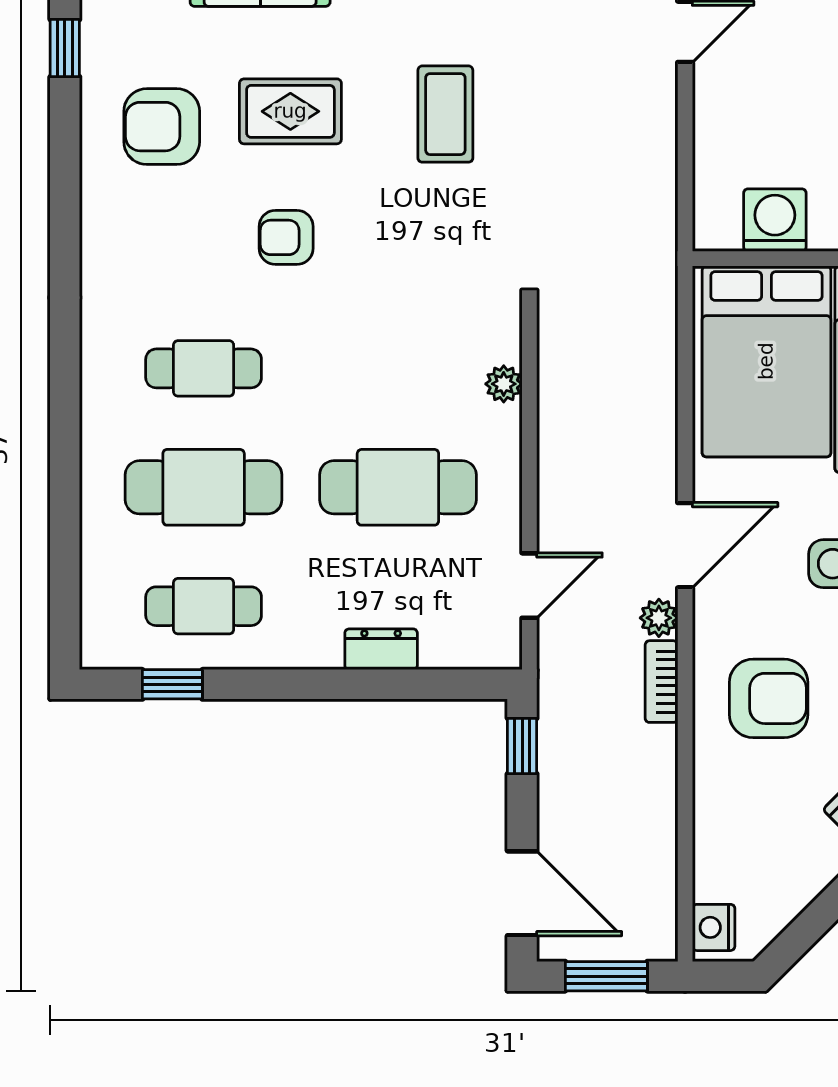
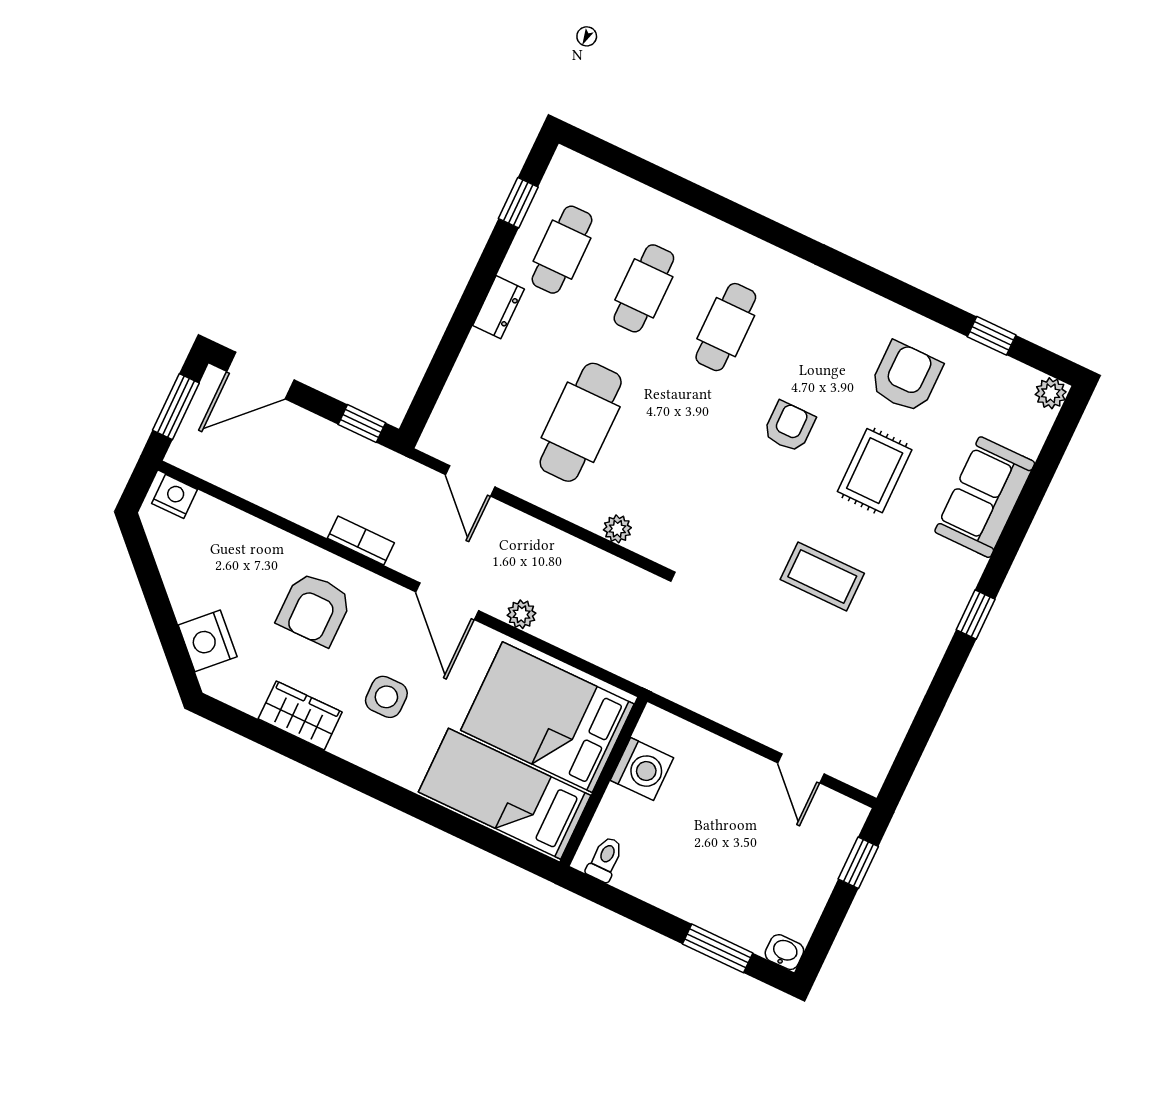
cafe table: (204, 487) -> (644, 288), width x0.73, depth x0.74
plant: (659, 618) -> (522, 614), moved
dresser: (381, 649) -> (498, 307), moved

